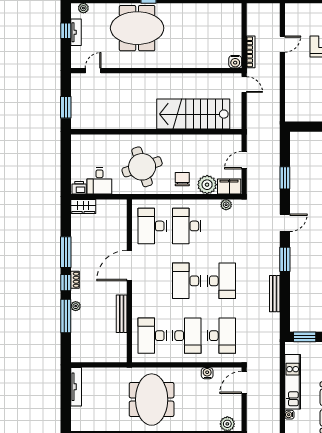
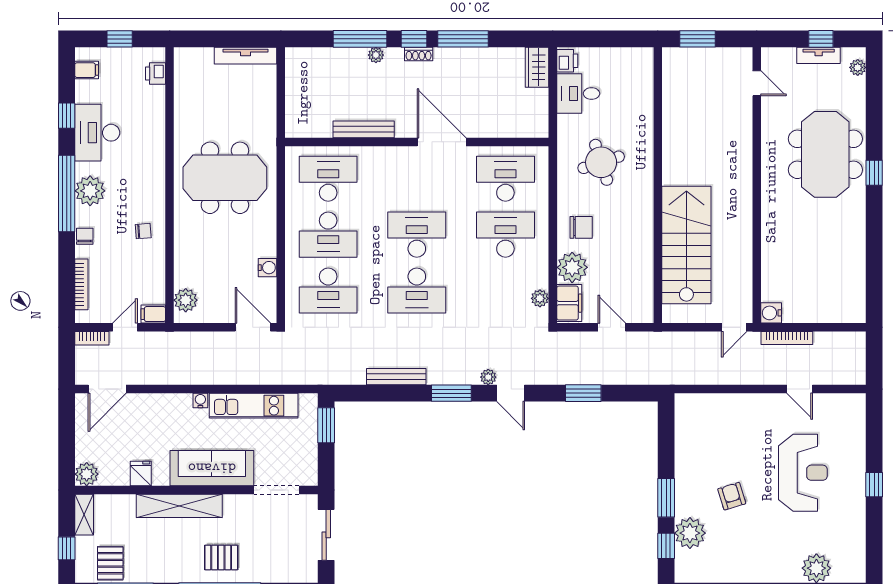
round table: (142, 167) -> (601, 162), width x0.73, depth x0.73
plant: (275, 237) -> (488, 377), added

